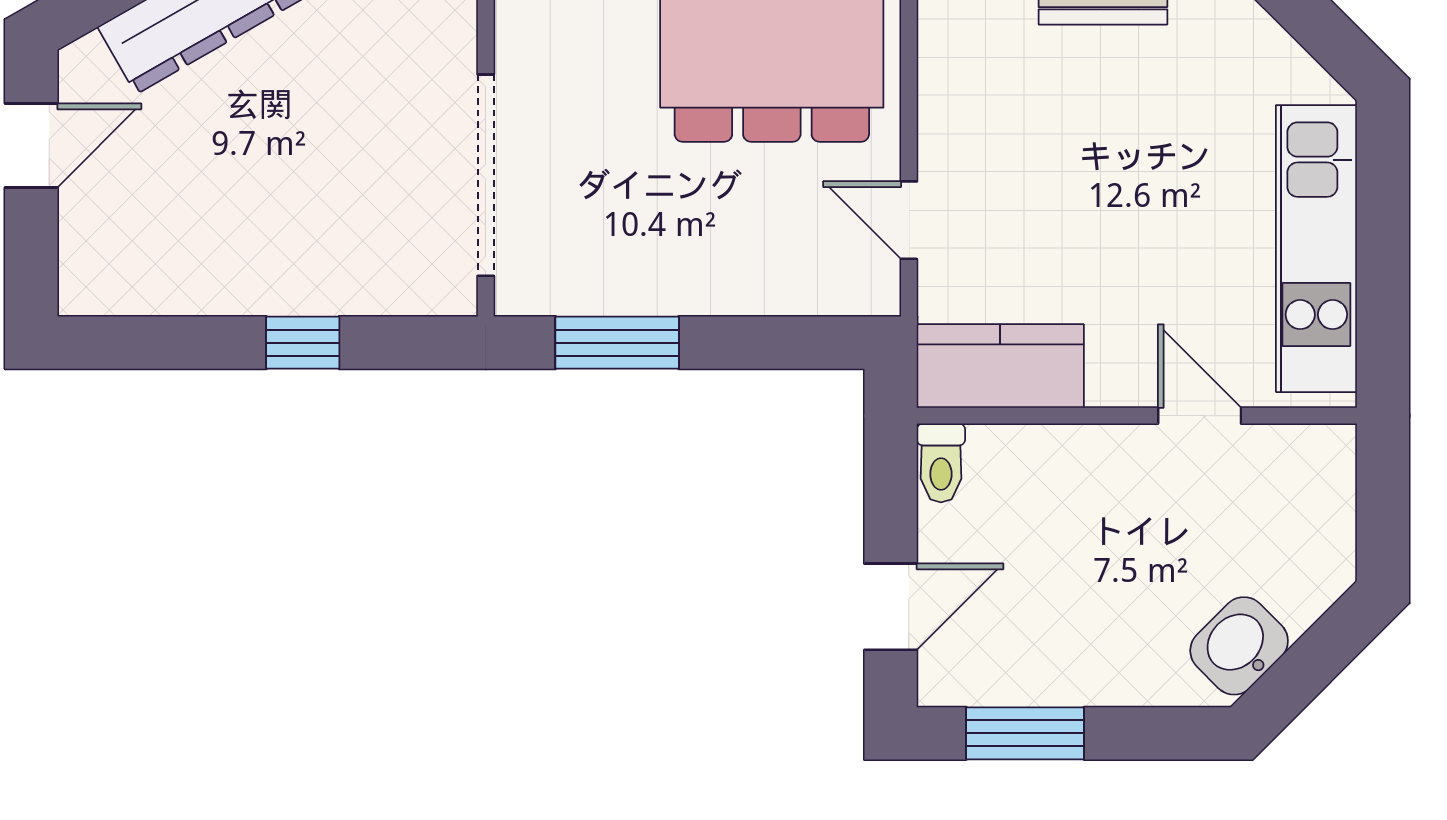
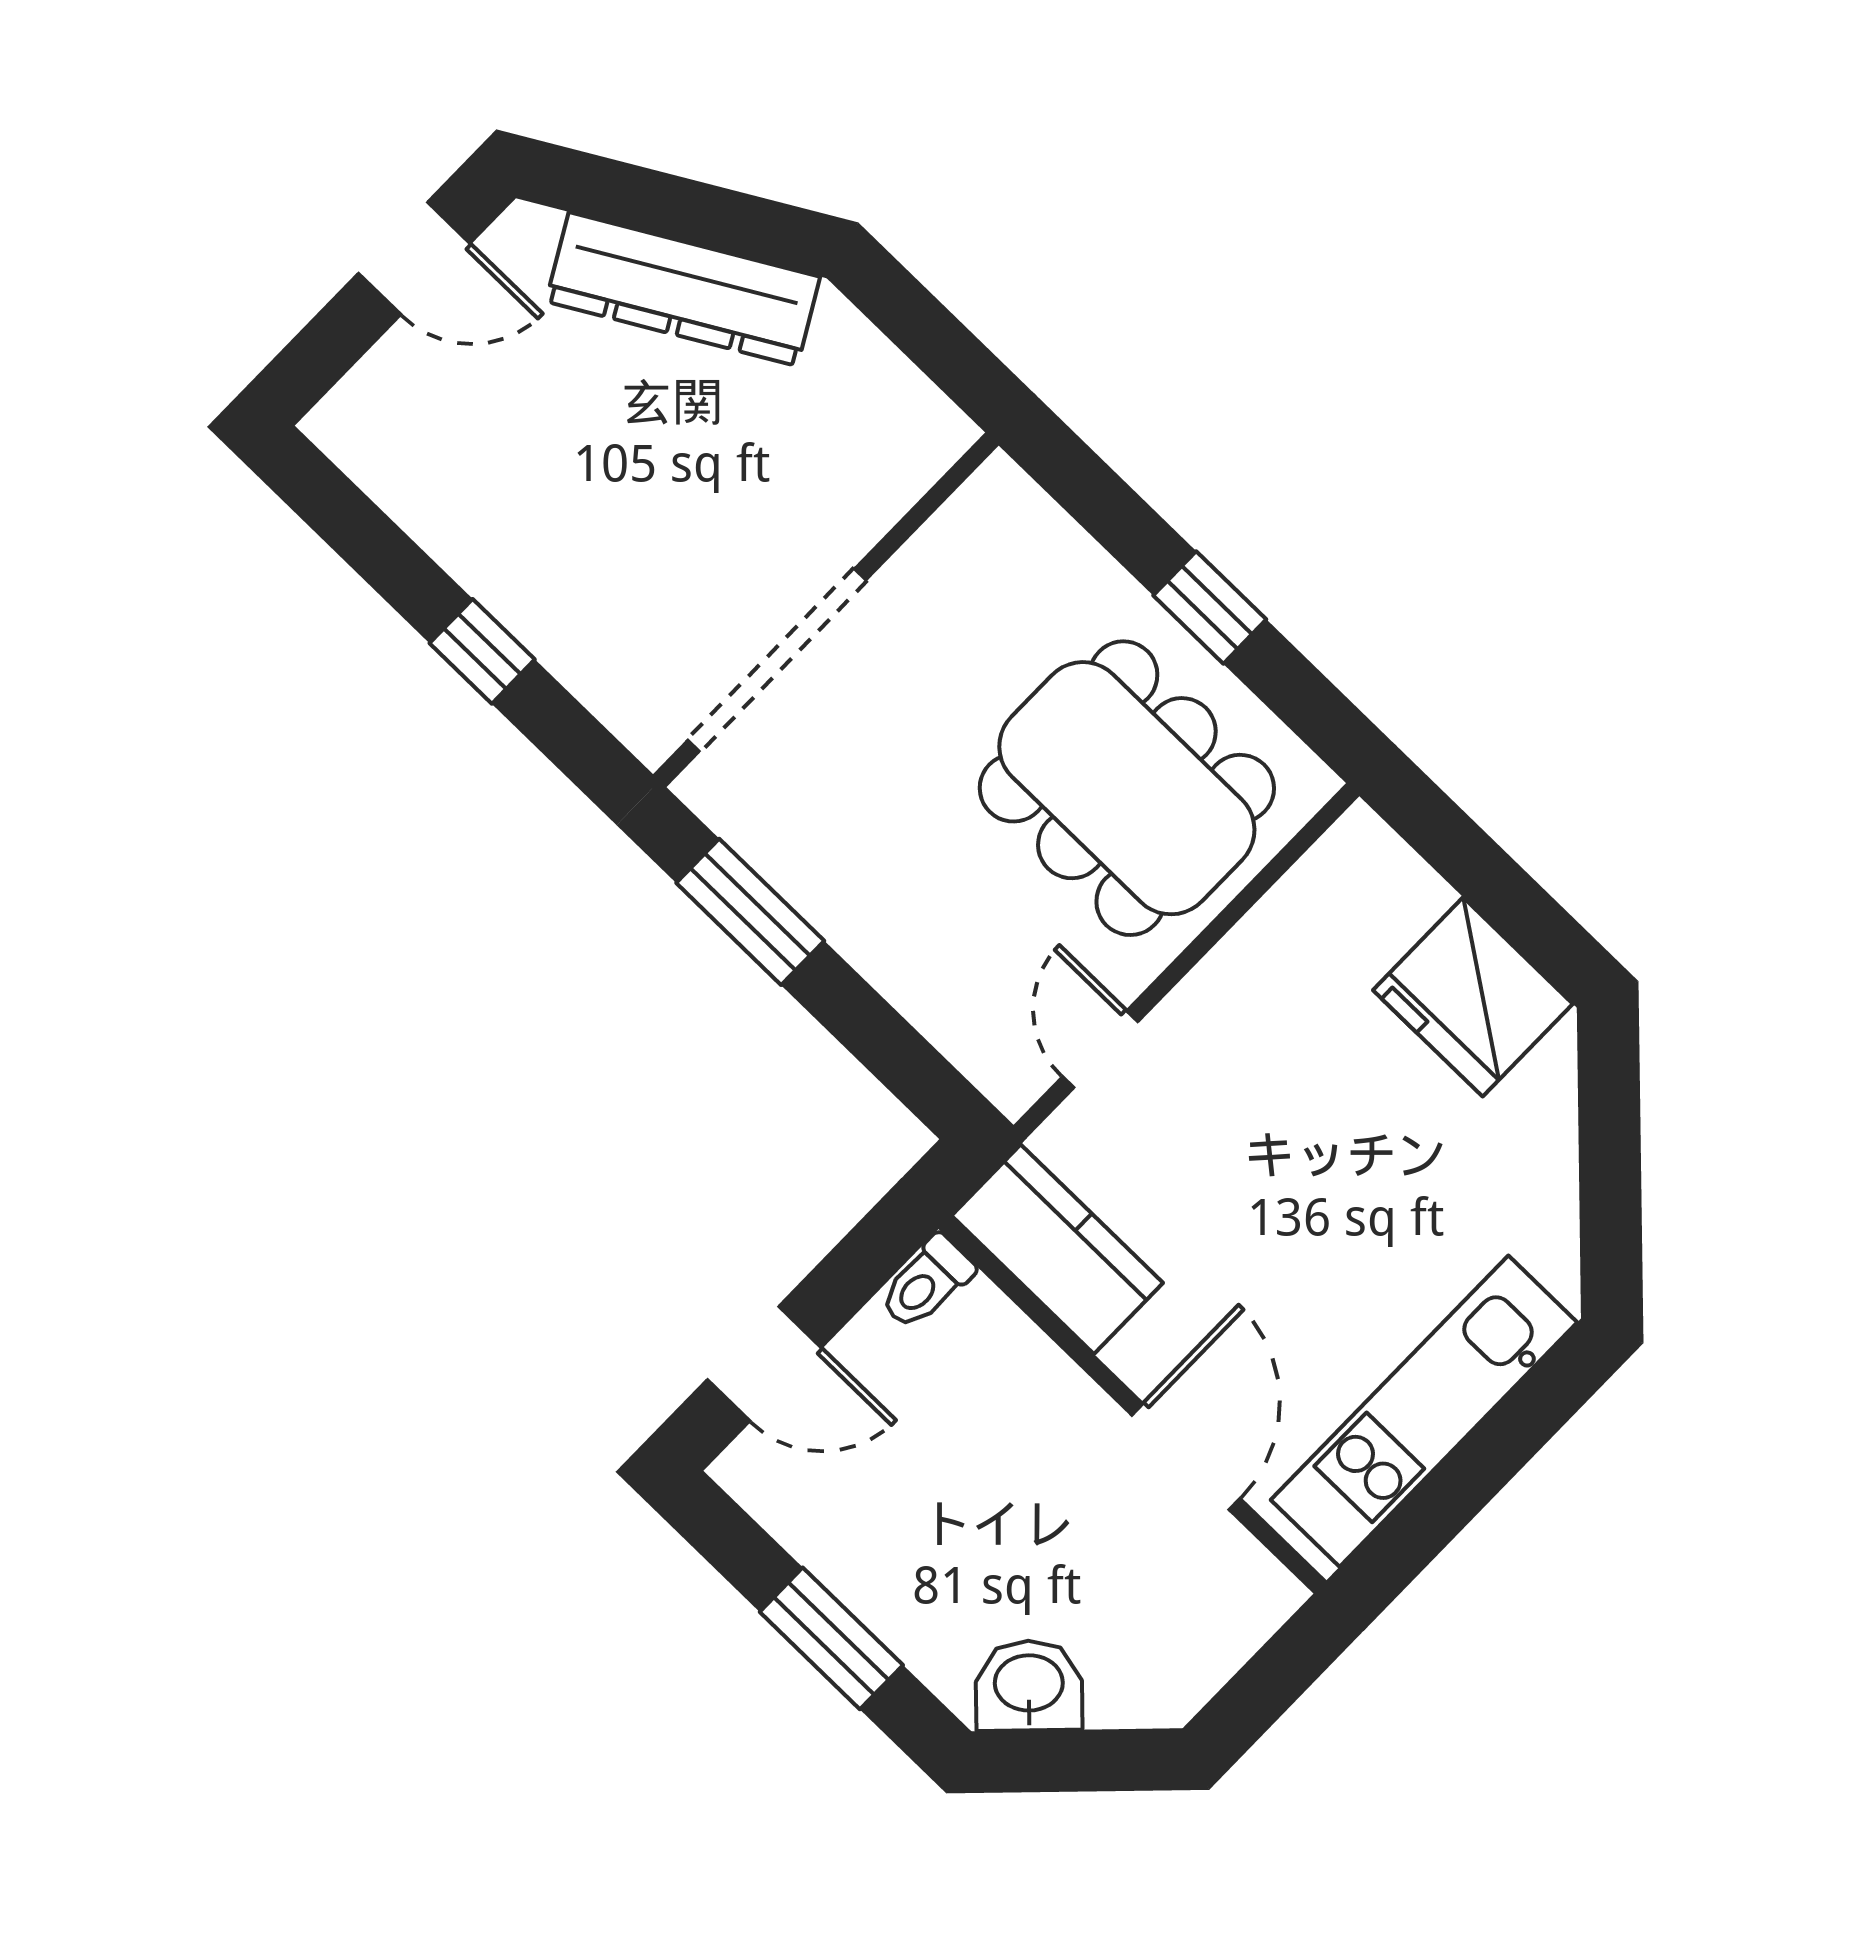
door: (1200, 416) -> (1186, 1457), width x1.38
window: (1025, 733) -> (831, 1638), moved

